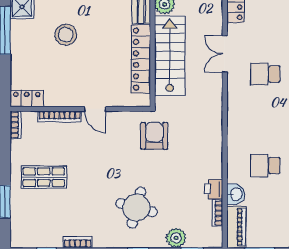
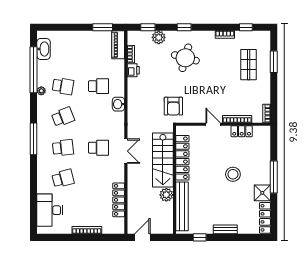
double door: (225, 54) -> (126, 151), moved
locker: (27, 99) -> (242, 131), moved
shop shelf: (44, 177) -> (249, 65), moved, turned 90
washbasin: (236, 194) -> (118, 104), moved

